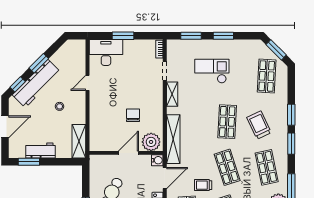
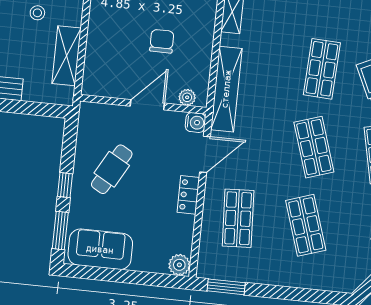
shelving: (79, 141) -> (67, 56), moved
plant: (151, 142) -> (187, 97), width x0.53, depth x0.53
trolley: (203, 185) -> (270, 173), removed

